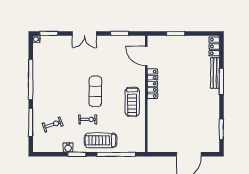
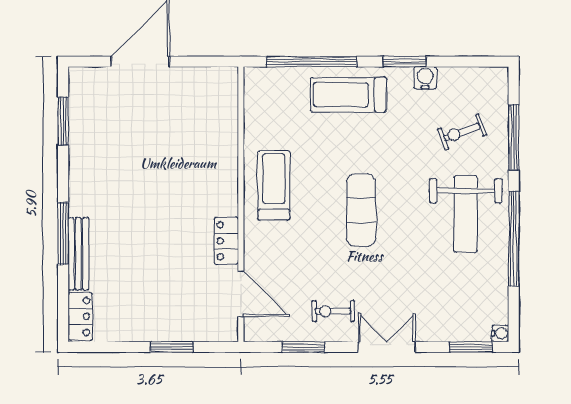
locker: (152, 84) -> (226, 241), width x0.66
weight bench: (51, 90) -> (466, 214), added
exercise bike: (88, 119) -> (333, 311), moved
treadmill: (101, 140) -> (348, 95), turned 180

